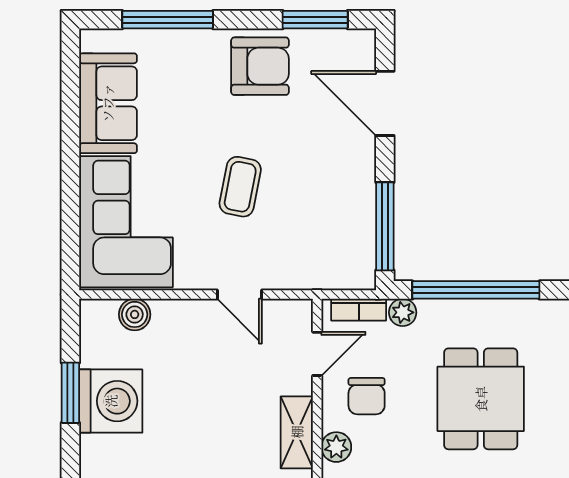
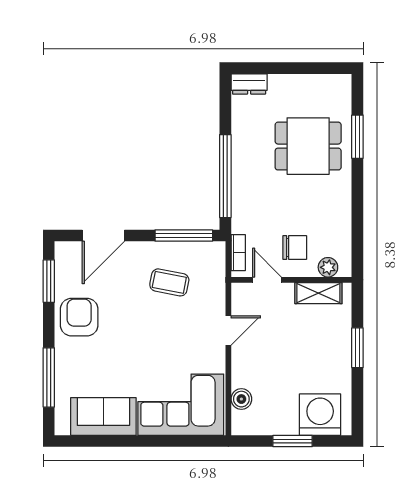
coffee table: (240, 187) -> (169, 282), moved
plant: (403, 312) -> (240, 224), removed
dining table: (481, 399) -> (308, 146), moved
washing machine: (111, 401) -> (320, 415), moved

